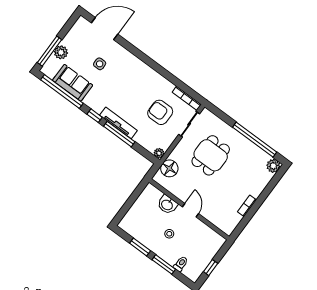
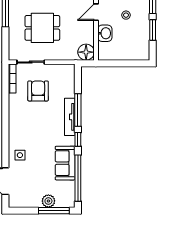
side table: (100, 64) -> (20, 155), moved
sofa: (73, 83) -> (65, 163), moved
armchair: (160, 112) -> (38, 91), turned 180
plant: (159, 153) -> (70, 69), removed
floor lamp: (169, 168) -> (86, 52), moved

